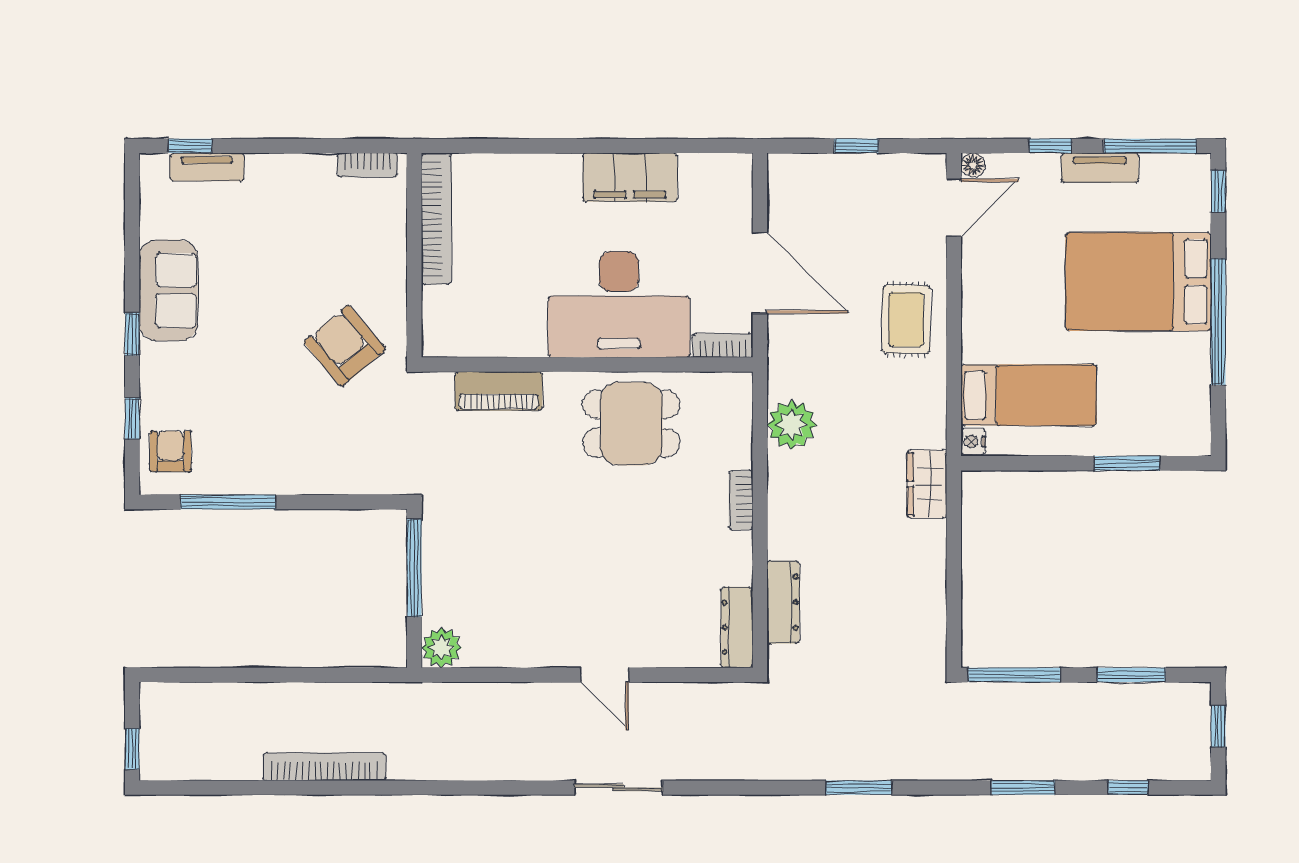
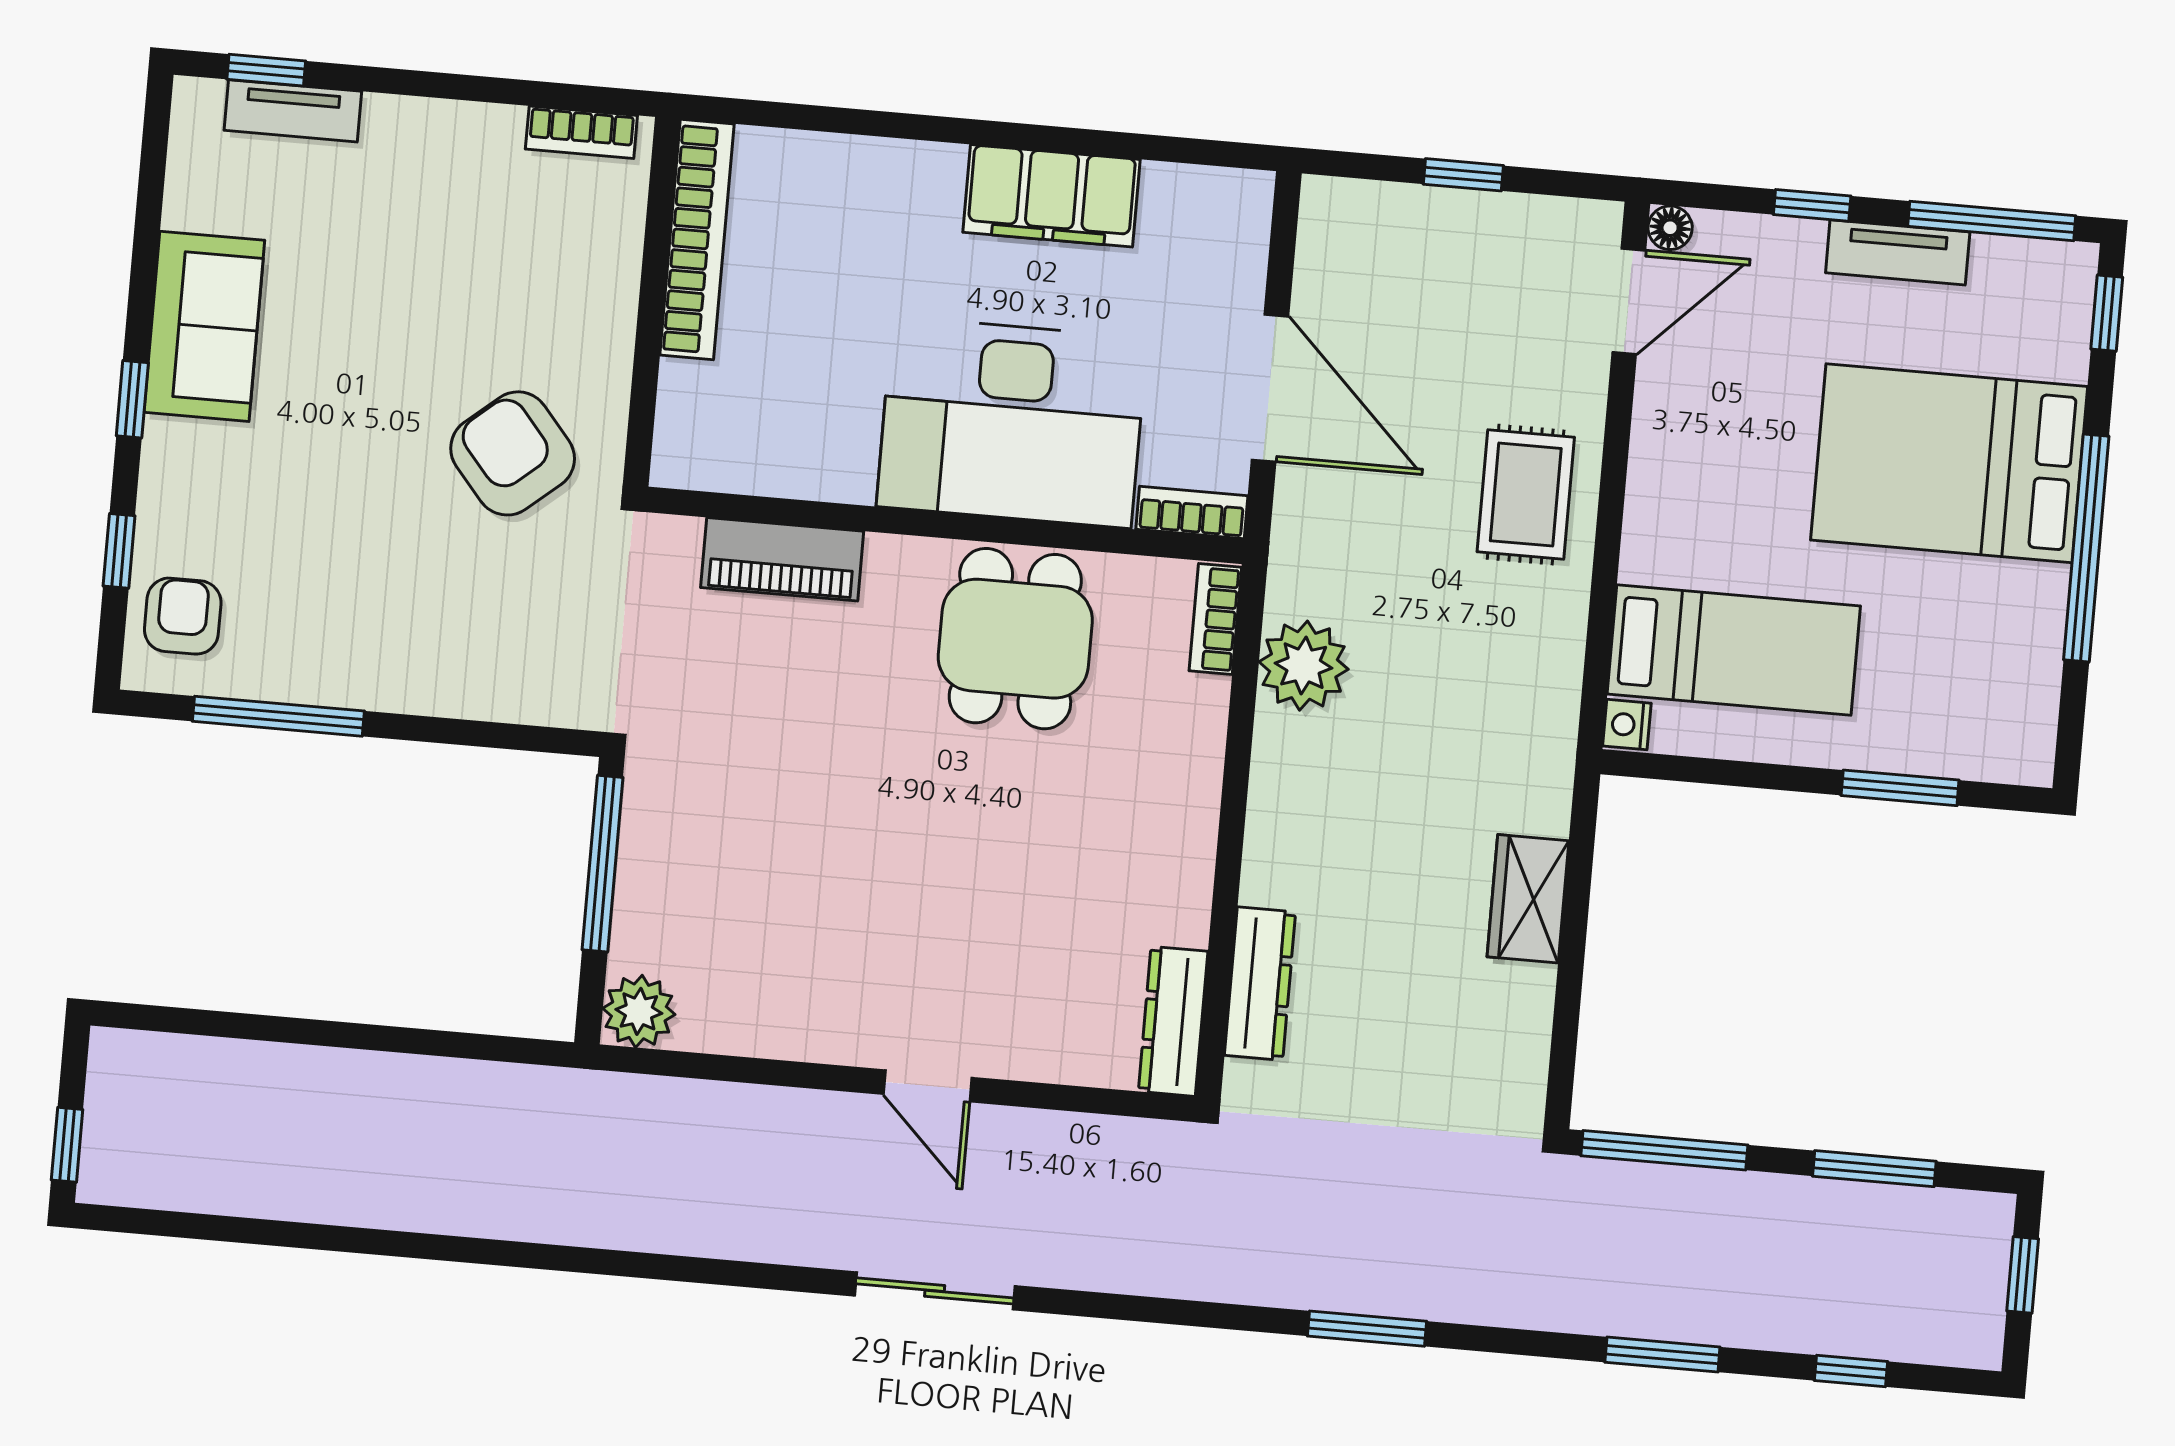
dining table: (631, 424) -> (1015, 639), turned 90
wardrobe: (927, 484) -> (1528, 899), moved
bookcase: (741, 500) -> (1215, 619), moved
bookcase: (324, 767) -> (410, 1207), removed

